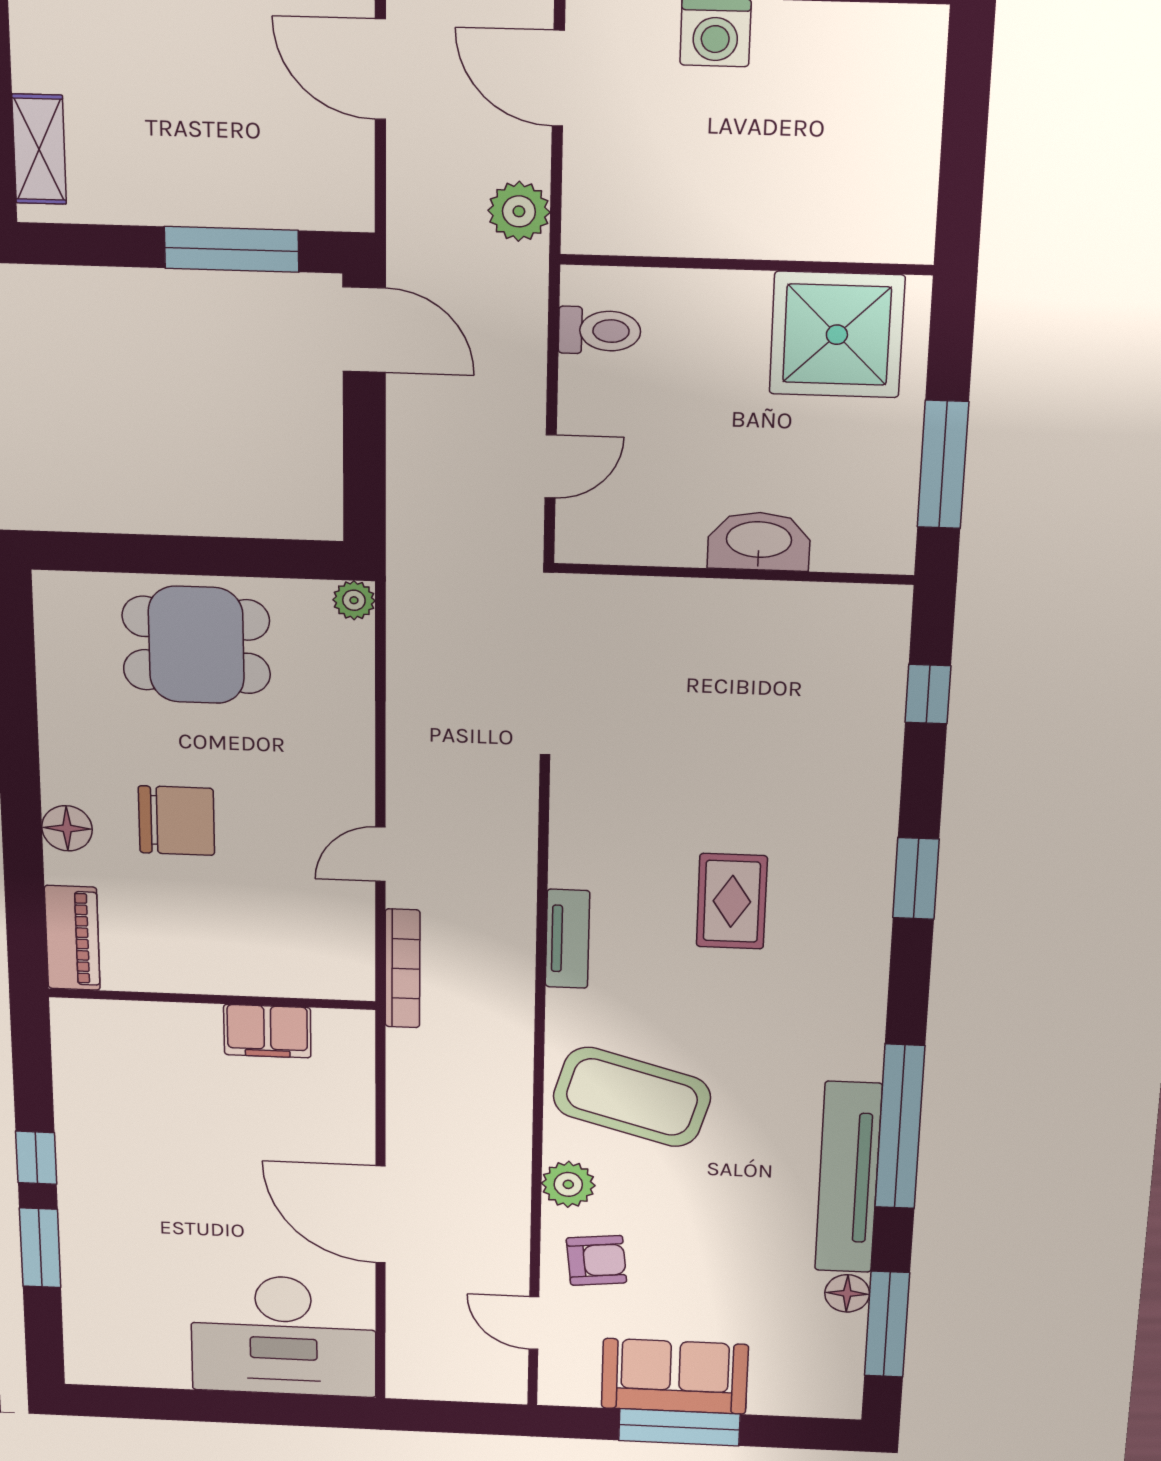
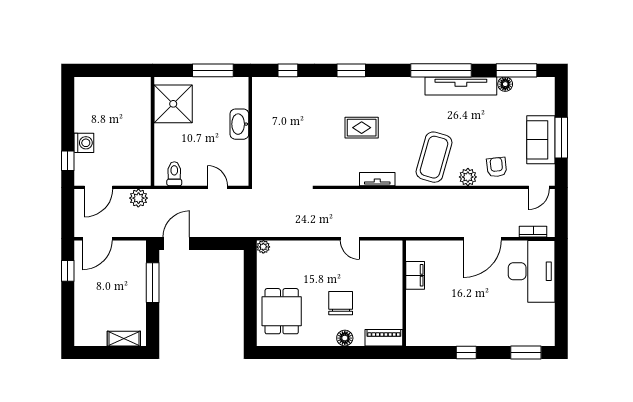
dining table: (196, 645) -> (282, 311), moved
bookcase: (402, 969) -> (533, 232), moved, width x0.64
window: (40, 1248) -> (526, 352), moved
door: (534, 1323) -> (539, 187), moved

